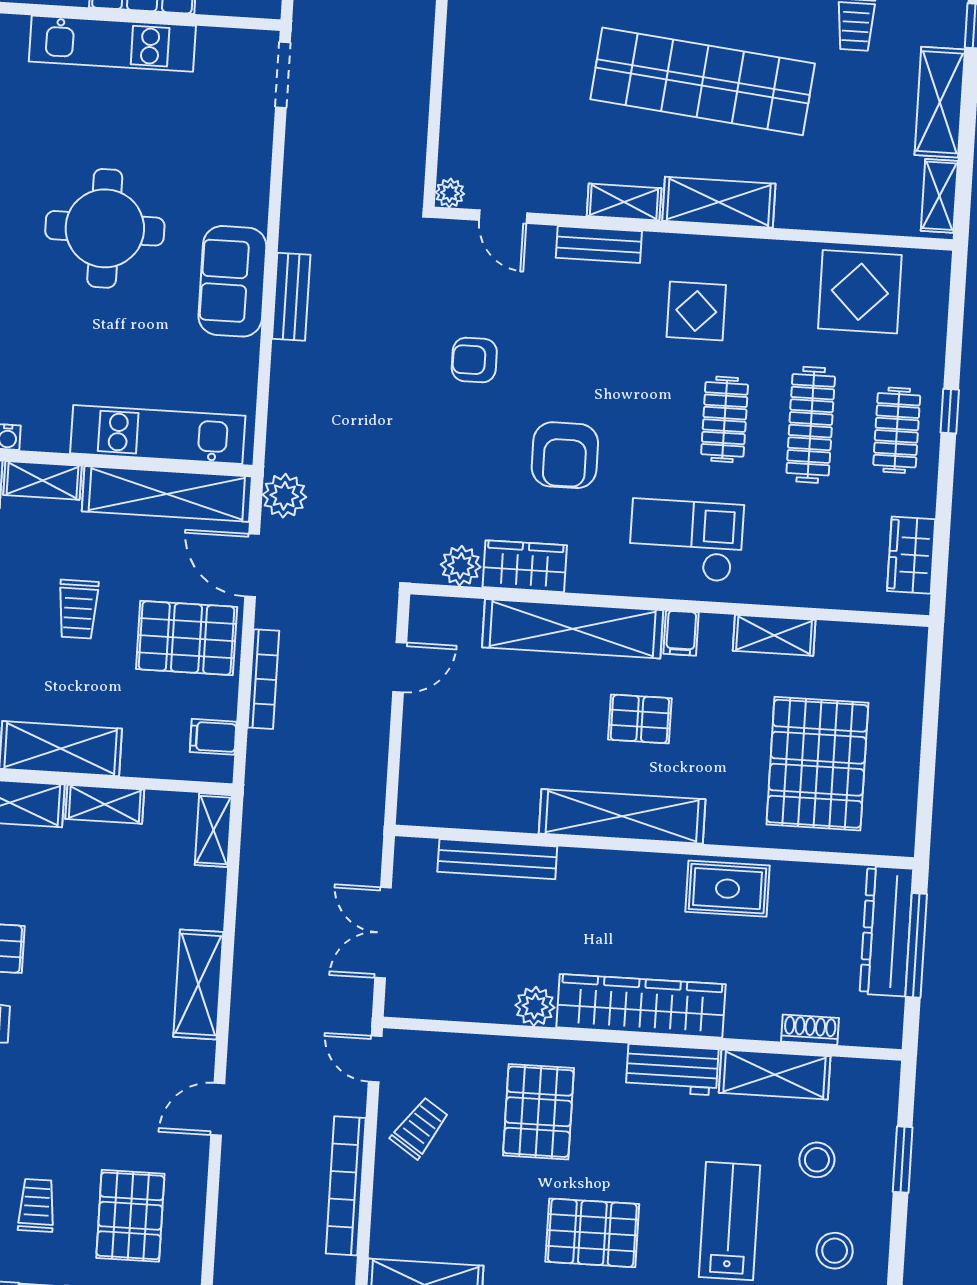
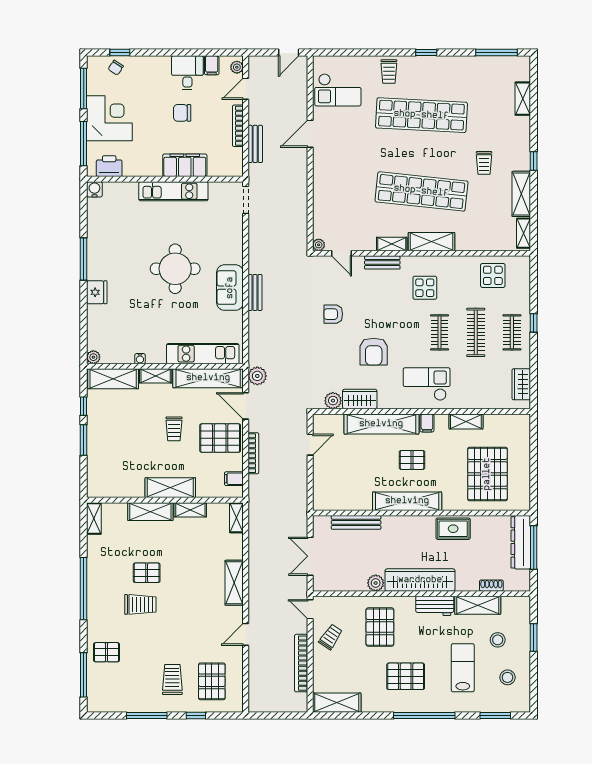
display table: (860, 292) -> (493, 275), width x0.73, depth x0.73
trolley: (37, 1205) -> (172, 679), width x1.36, depth x1.39

